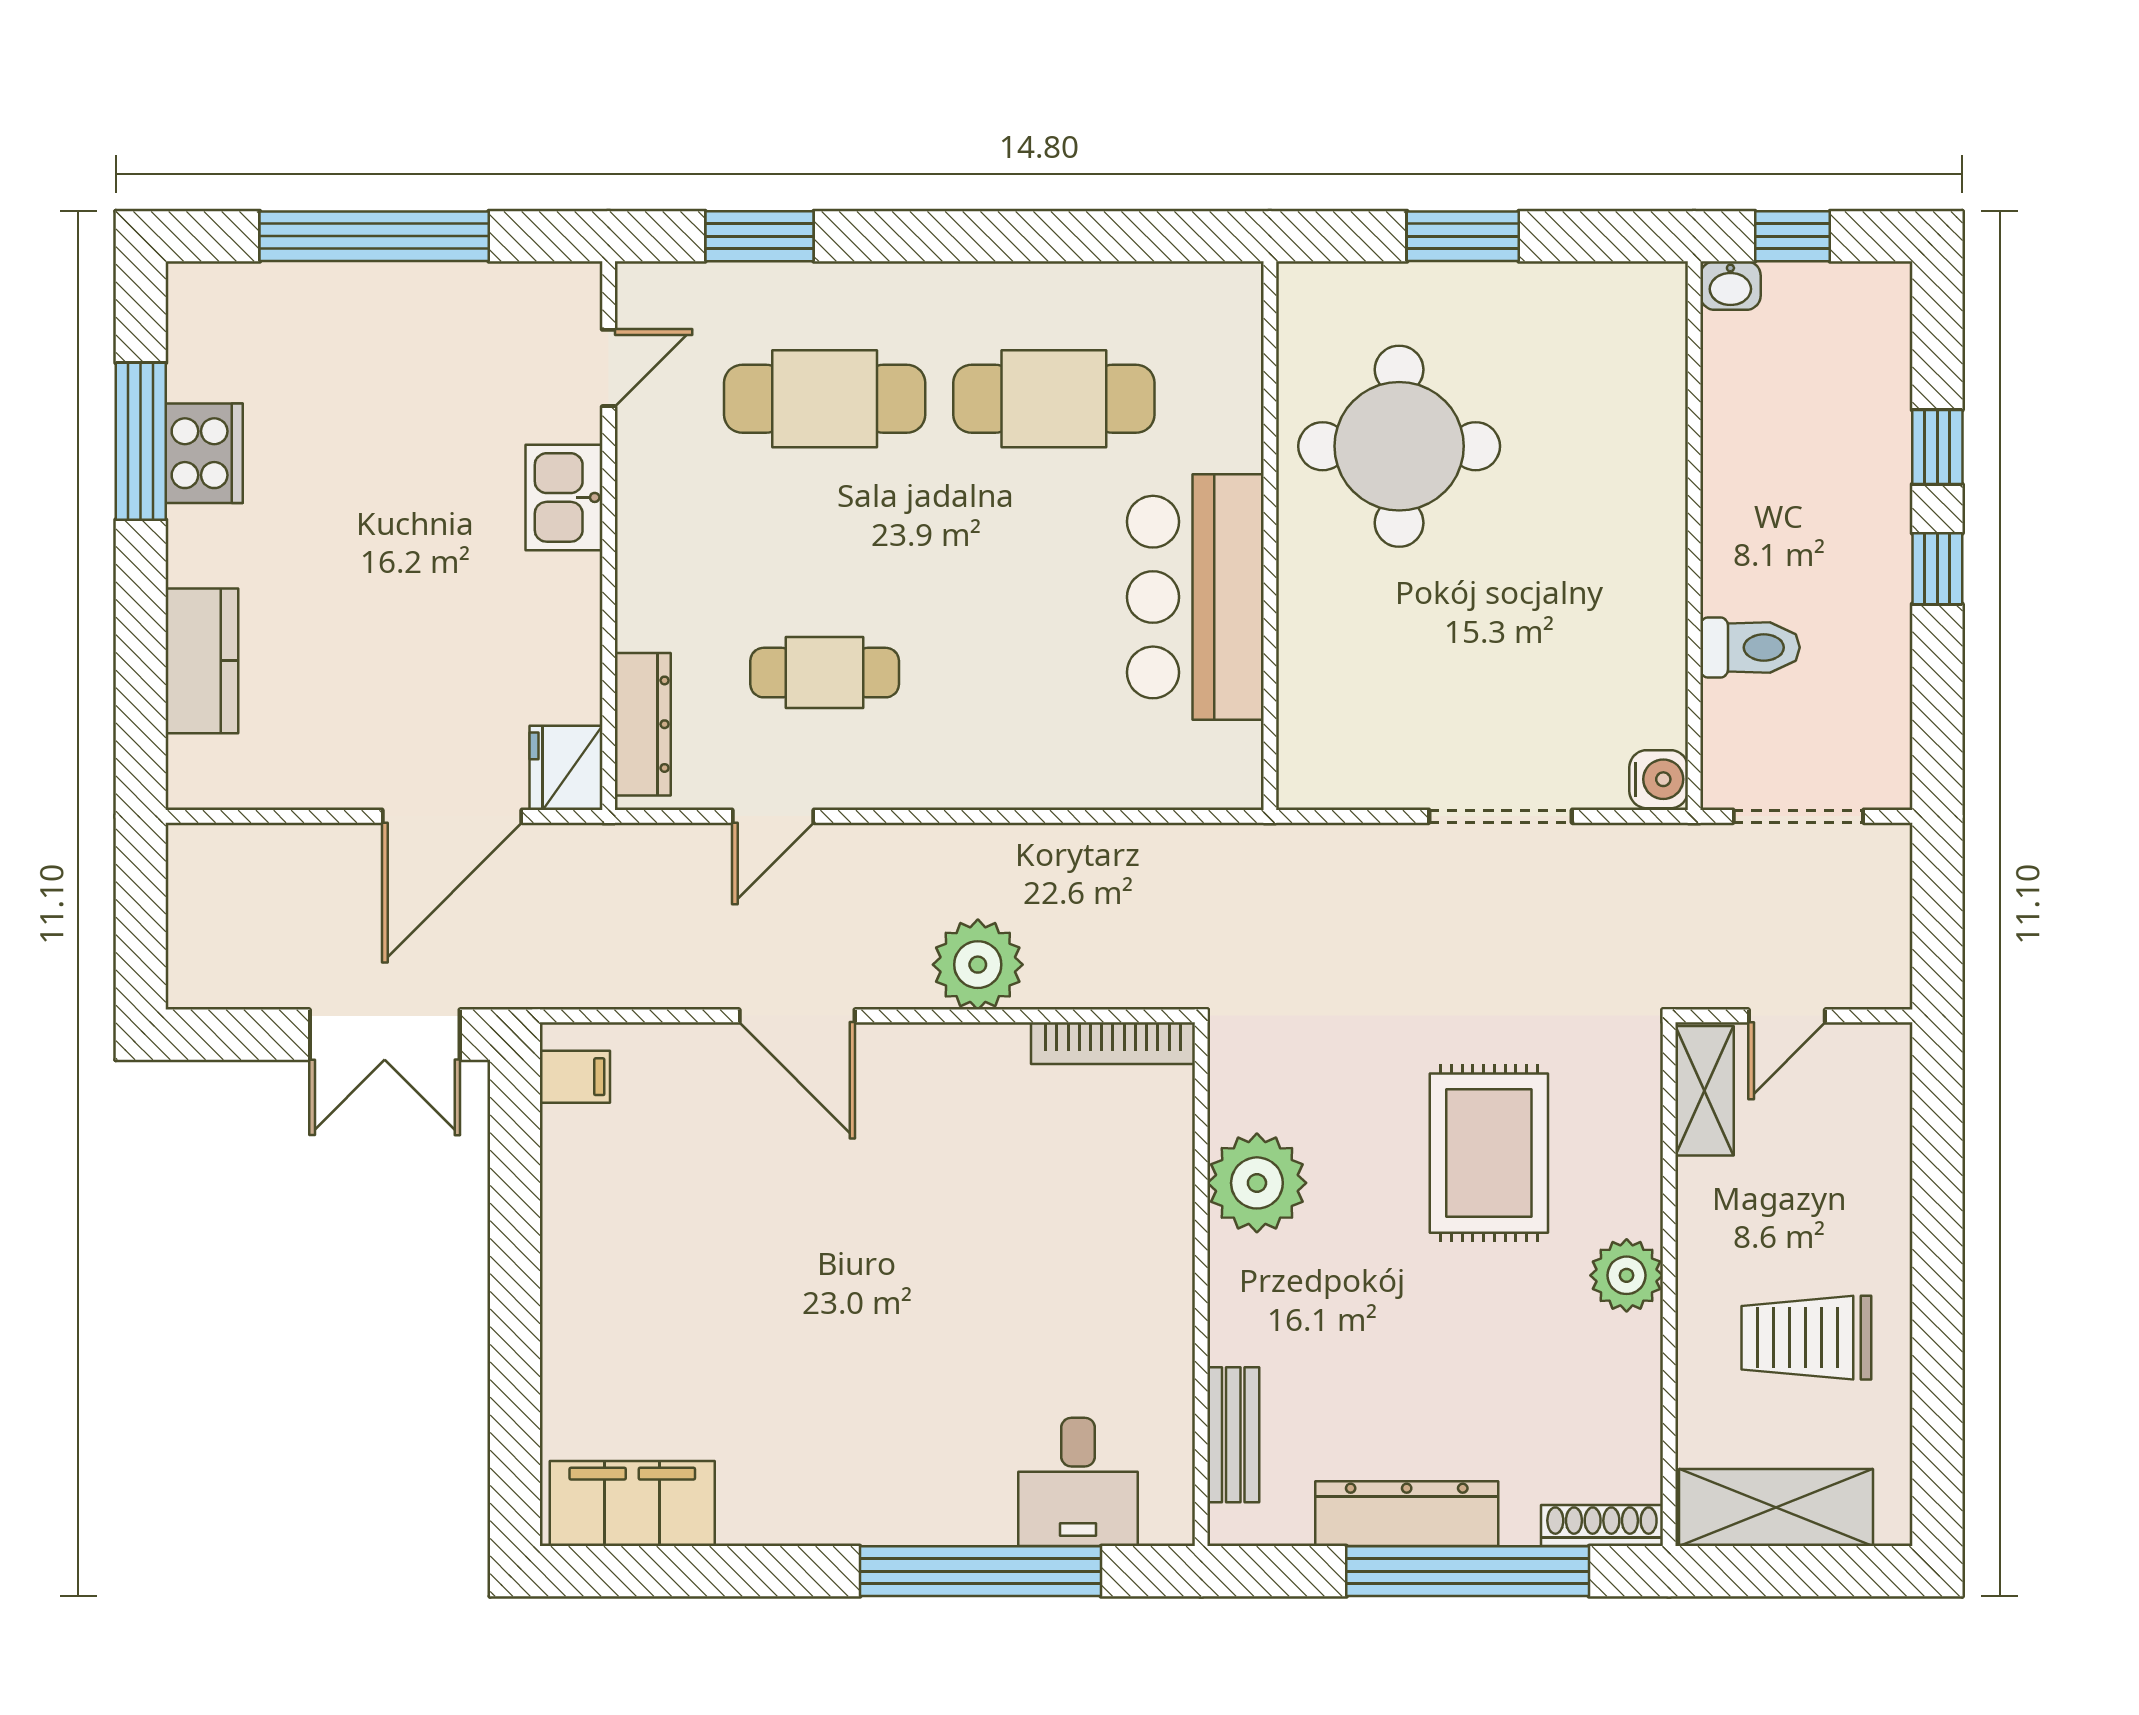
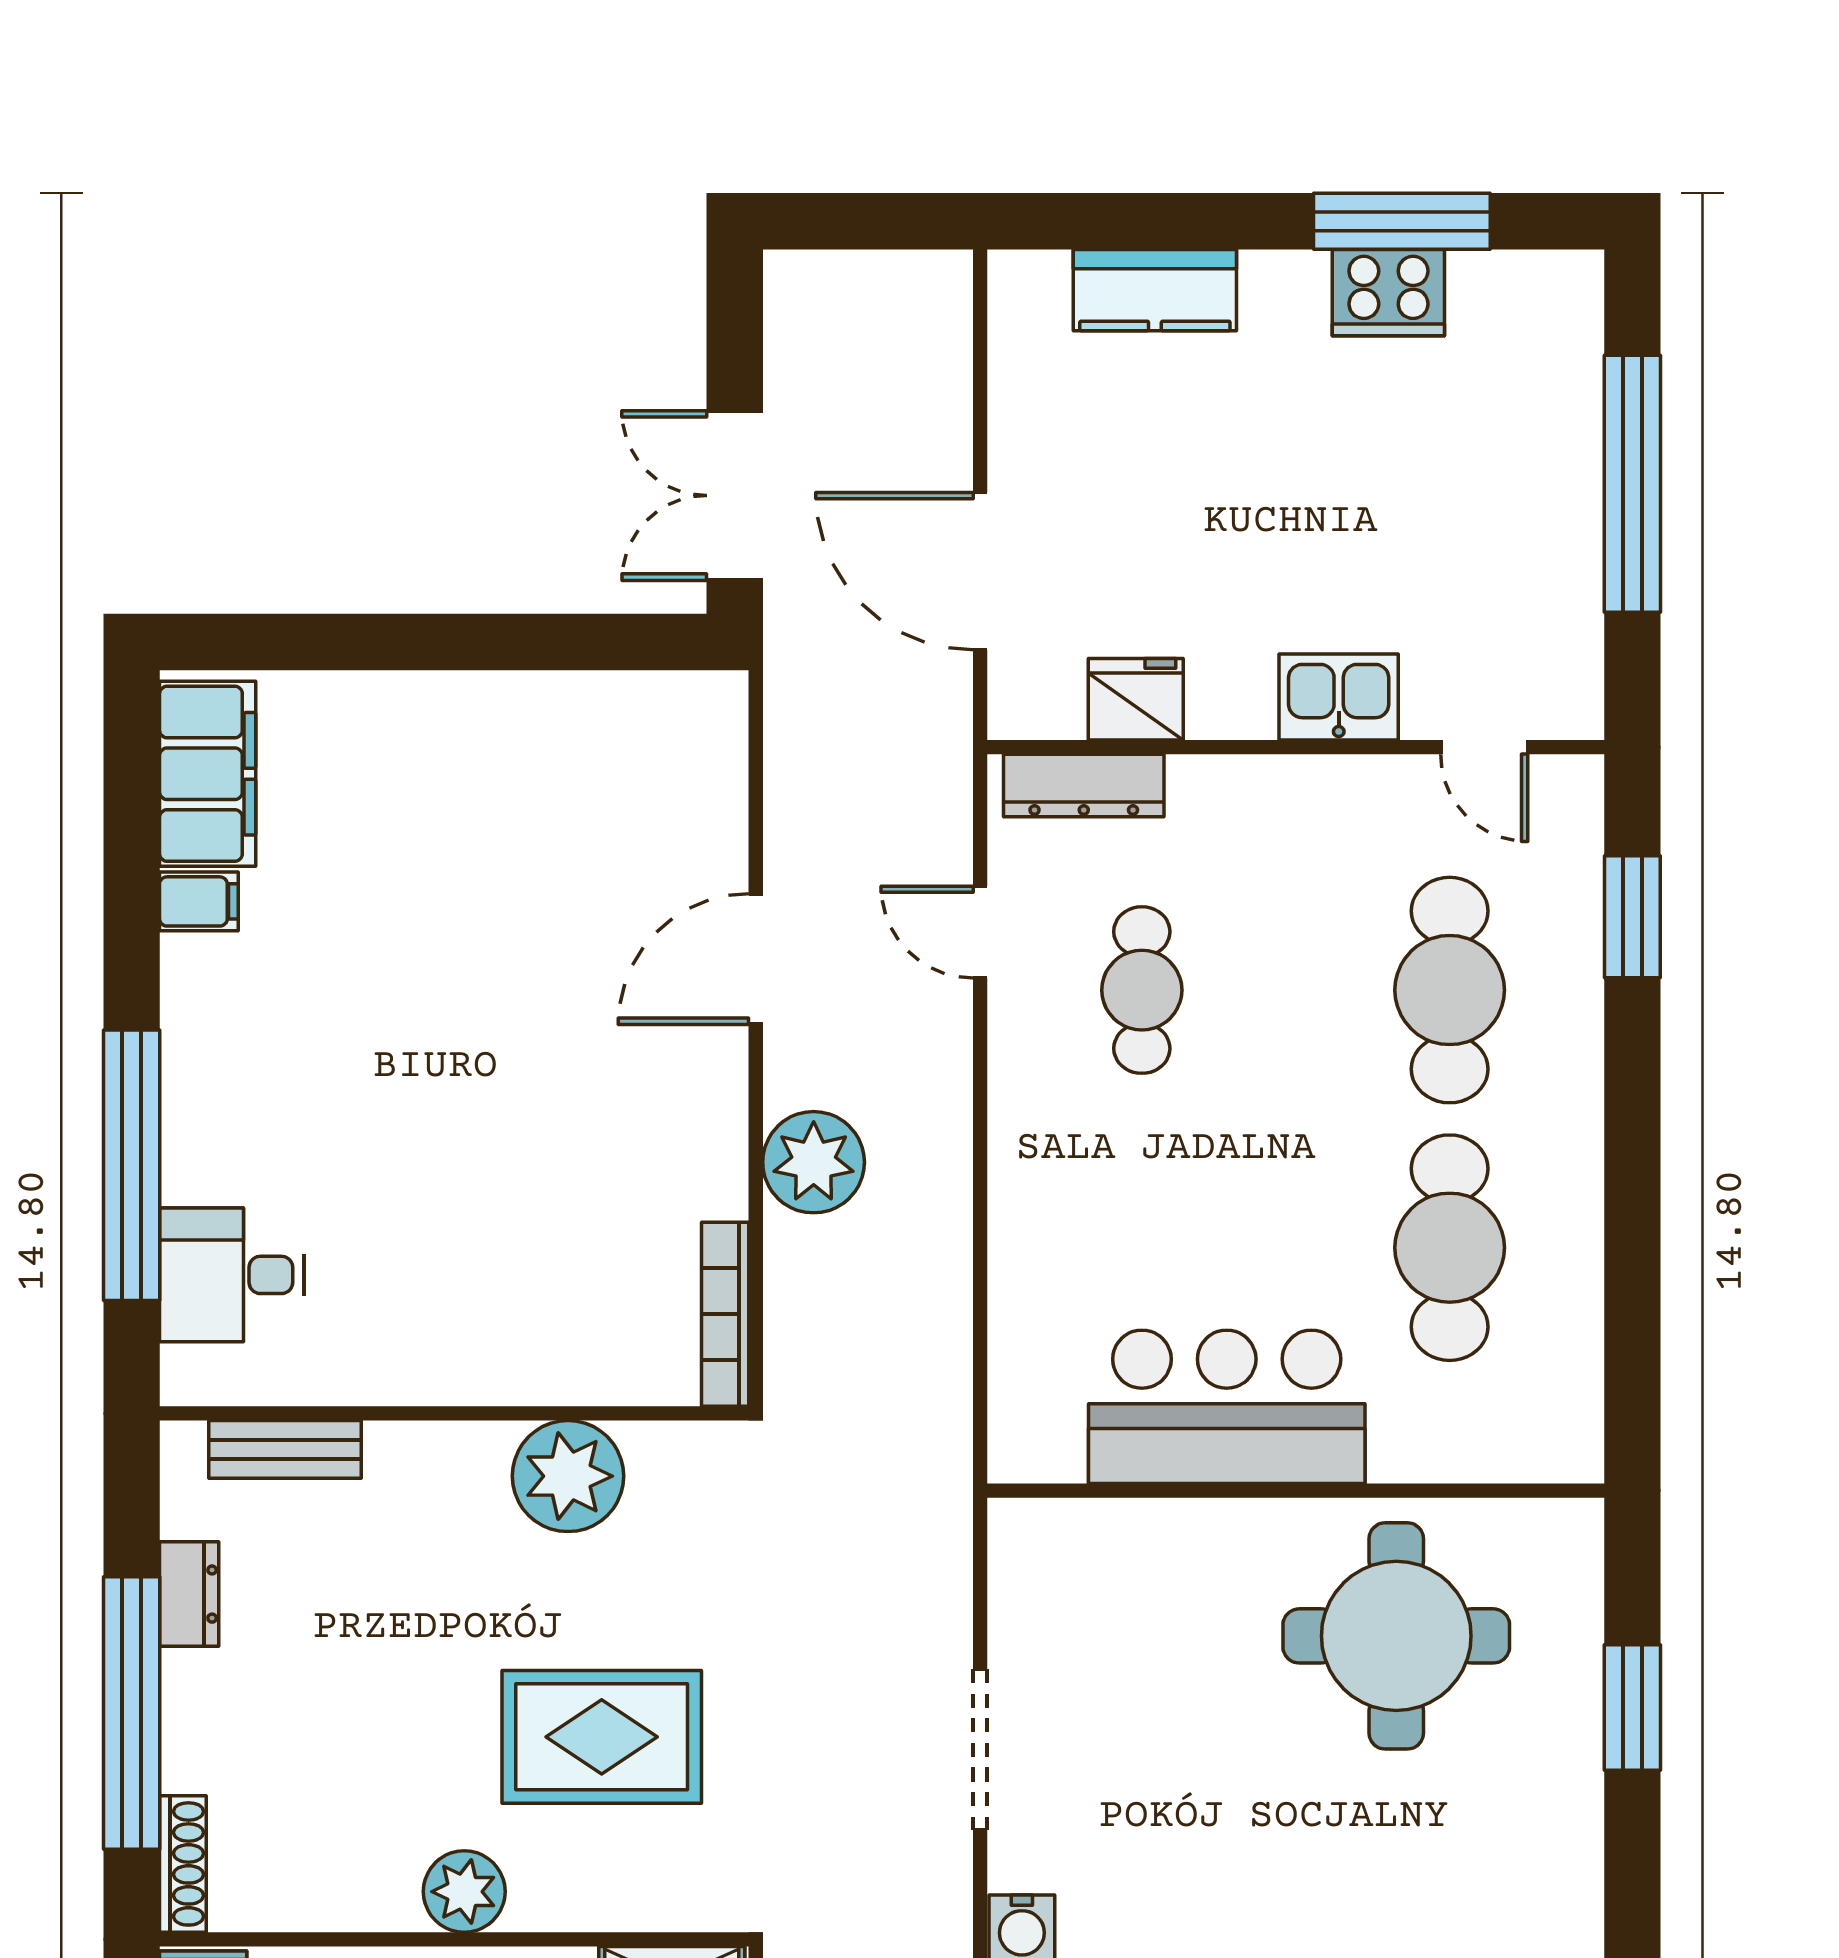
fridge: (566, 768) -> (1136, 699), moved
filing cabinet: (575, 1077) -> (199, 901), moved, turned -90
dresser: (1407, 1514) -> (189, 1594), width x0.51, depth x0.80

